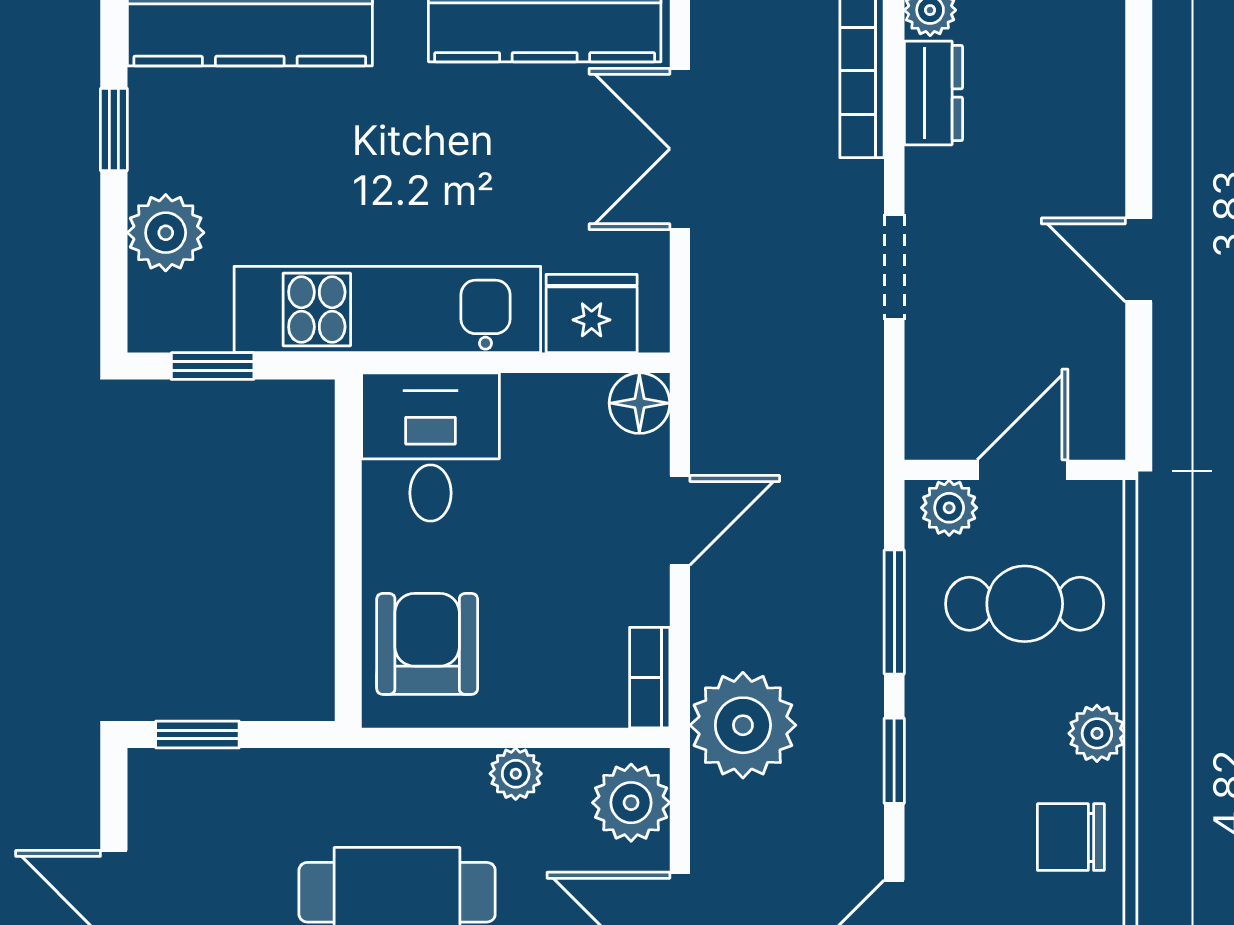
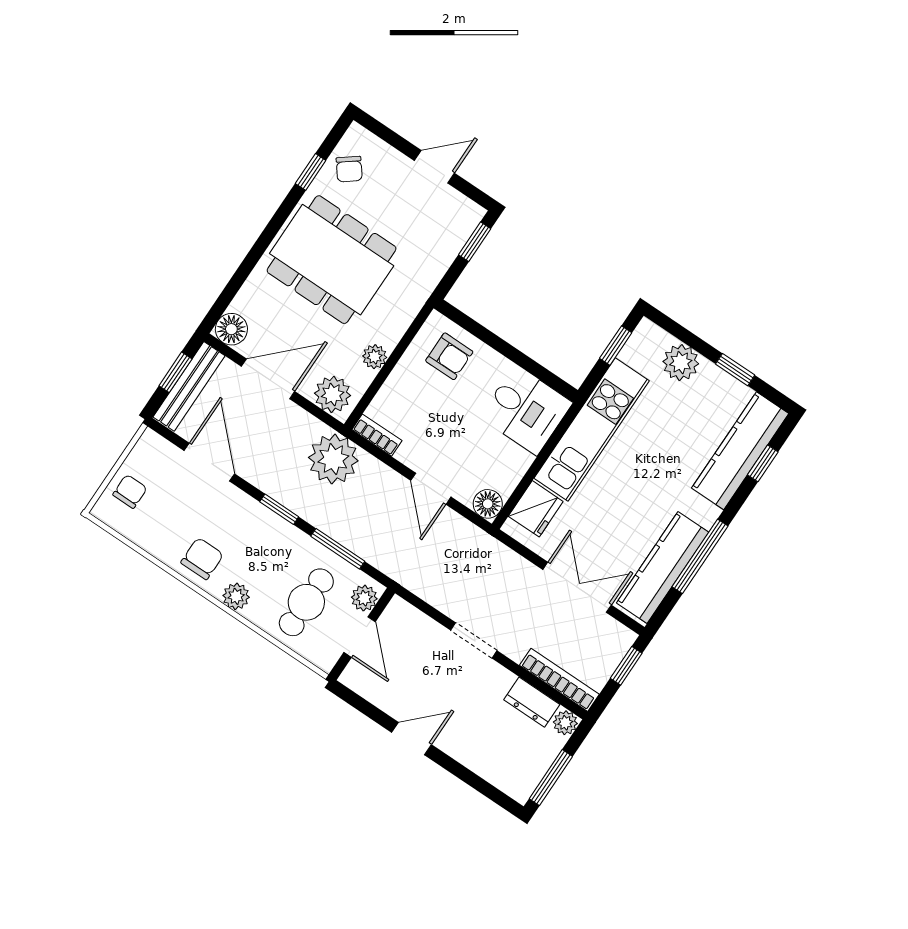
armchair: (427, 644) -> (449, 356), width x0.72, depth x0.72

